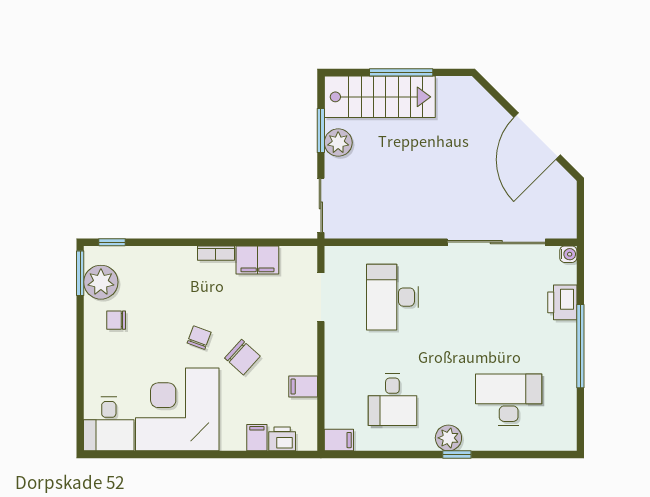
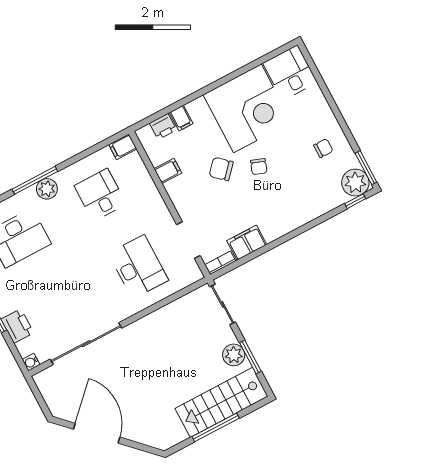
bookcase: (216, 253) -> (220, 263), moved
plant: (101, 282) -> (355, 183), moved
window: (457, 455) -> (35, 180), width x2.17

